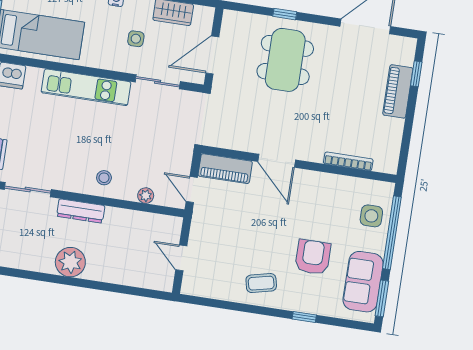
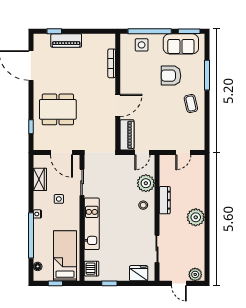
window: (285, 14) -> (31, 127), moved
plant: (146, 196) -> (146, 183), width x1.88, depth x1.88
dresser: (81, 211) -> (165, 200), moved
window: (304, 317) -> (207, 75), width x2.17

